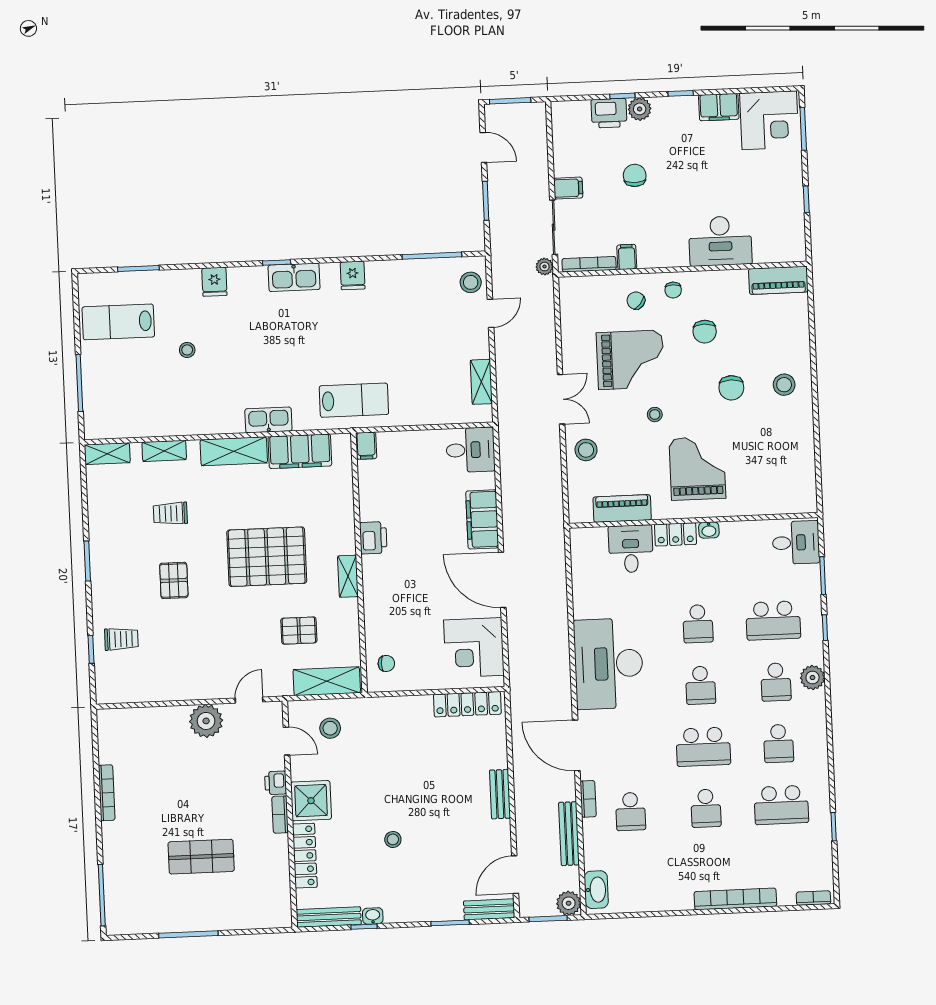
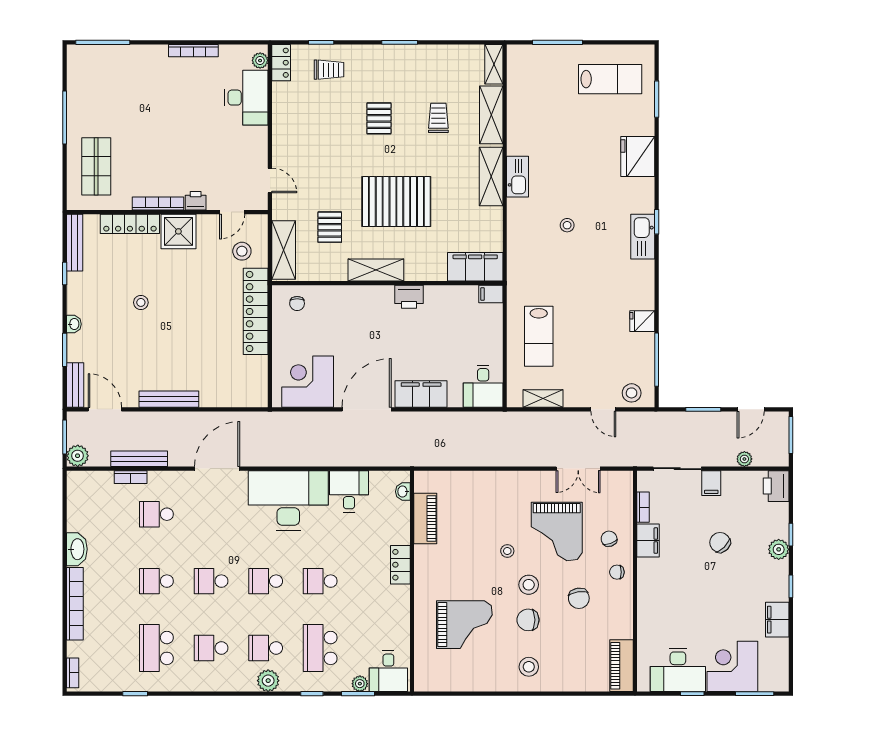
printer: (609, 113) -> (776, 486), moved
corner desk: (769, 120) -> (732, 666), moved, turned 90
chair: (635, 175) -> (720, 542), turned -135
desk: (720, 241) -> (678, 670), moved, turned -90
filing cabinet: (627, 257) -> (648, 541), width x2.00
bookcase: (589, 264) -> (643, 507), width x0.64
plant: (544, 267) -> (744, 459), moved
fridge: (353, 275) -> (642, 321), moved
fridge: (214, 282) -> (638, 156), width x1.88, depth x1.34
chair: (636, 301) -> (609, 539), turned -58
lab bench: (118, 322) -> (610, 79), turned 90
chair: (705, 332) -> (579, 598), turned -99
stool: (187, 350) -> (567, 225), moved
double door: (561, 399) -> (578, 469), moved
lab bench: (354, 400) -> (539, 336), moved
kitchen sink: (268, 420) -> (518, 177), moved
stool: (586, 450) -> (529, 585), moved
shelving: (164, 451) -> (491, 115), width x1.50, depth x1.33
filing cabinet: (300, 451) -> (475, 267), moved, turned 90
grand piano: (697, 468) -> (464, 625), moved
washbasin: (709, 530) -> (403, 492), moved
desk: (631, 549) -> (349, 491), moved, turned -90
pallet: (267, 557) -> (396, 202), turned 90
plant: (811, 574) -> (360, 684), added
shelving: (348, 576) -> (376, 270), width x1.50, depth x1.33
pallet: (174, 580) -> (379, 118), turned 90
trolley: (121, 639) -> (329, 70), turned -90
locker: (116, 693) -> (281, 63), added
locker: (467, 704) -> (256, 311), moved, width x1.41, depth x1.21
plant: (206, 721) -> (260, 61), moved, width x0.53, depth x0.53
desk: (157, 731) -> (246, 98), added
school desk: (703, 747) -> (211, 581), width x0.54
bench: (500, 794) -> (169, 399), width x1.36
bookcase: (588, 799) -> (131, 477), moved
bookcase: (280, 815) -> (158, 203), width x1.56
shop shelf: (201, 857) -> (96, 166), moved
washbasin: (596, 890) -> (77, 549), moved, turned -90
washbasin: (373, 916) -> (74, 324), moved

